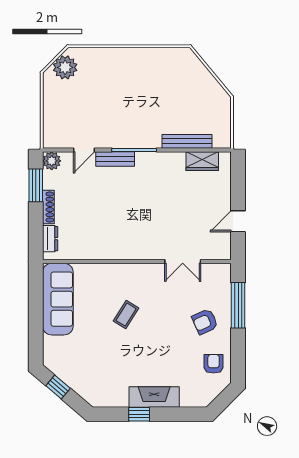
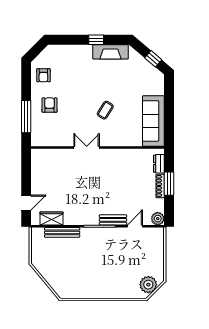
window: (36, 185) -> (169, 184), moved
door: (238, 221) -> (26, 203), moved
double door: (183, 262) -> (87, 148), moved
armchair: (205, 322) -> (50, 105), turned -66
fireplace: (154, 397) -> (111, 52), moved

